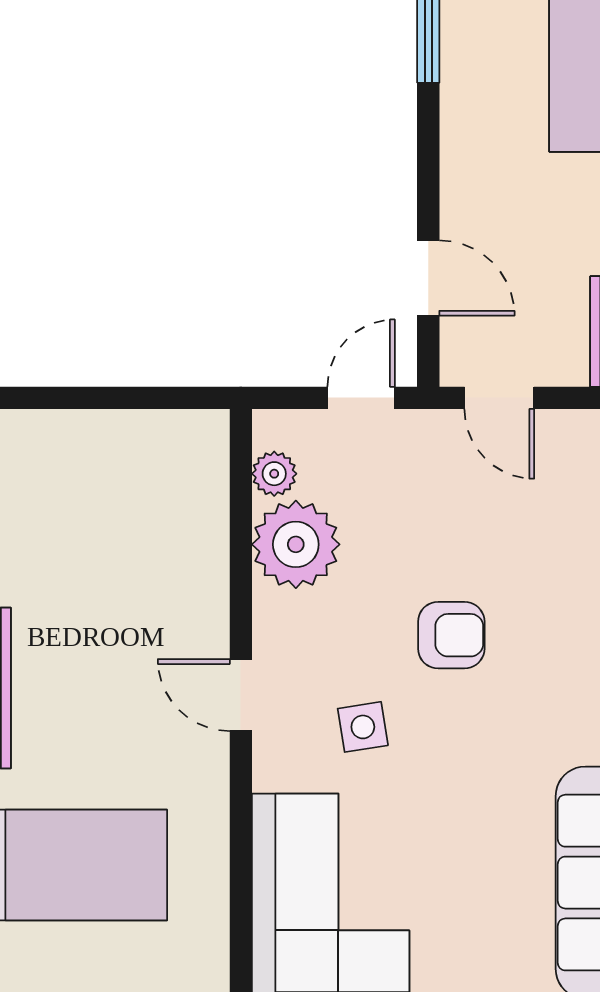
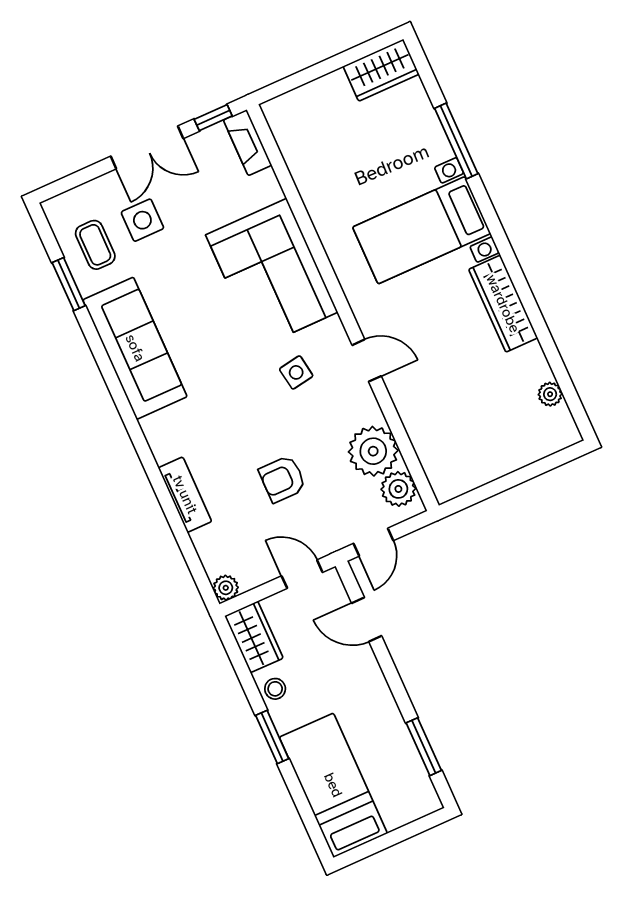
plant: (274, 474) -> (398, 489), width x1.38, depth x1.38
armchair: (451, 635) -> (282, 479), moved

